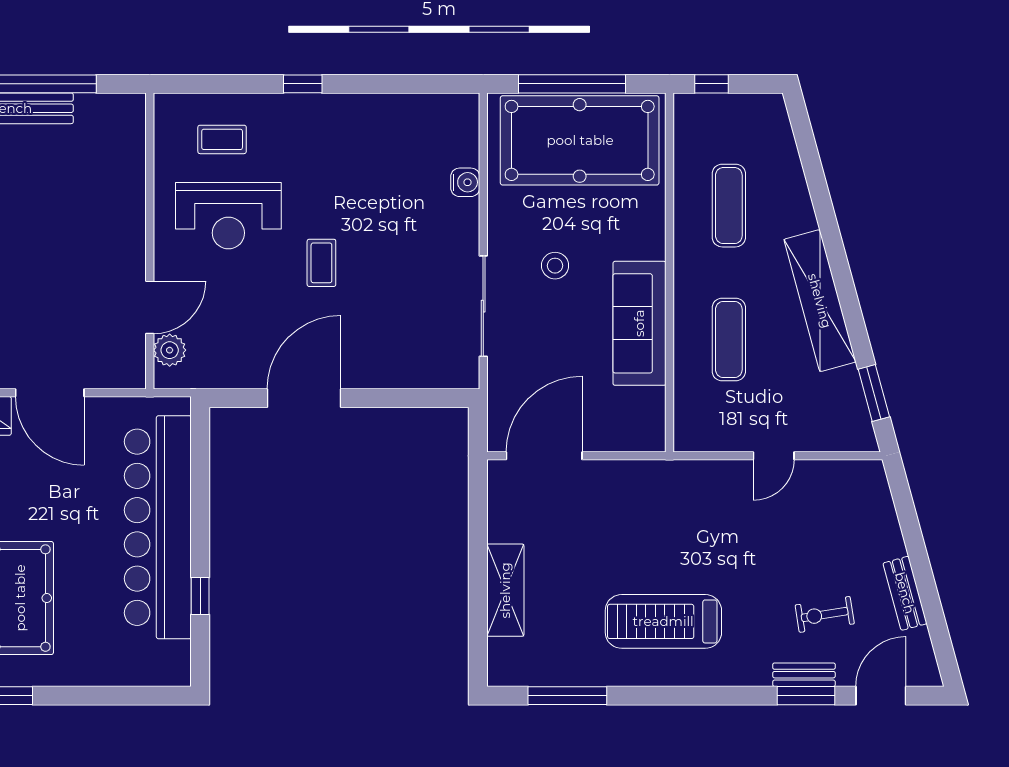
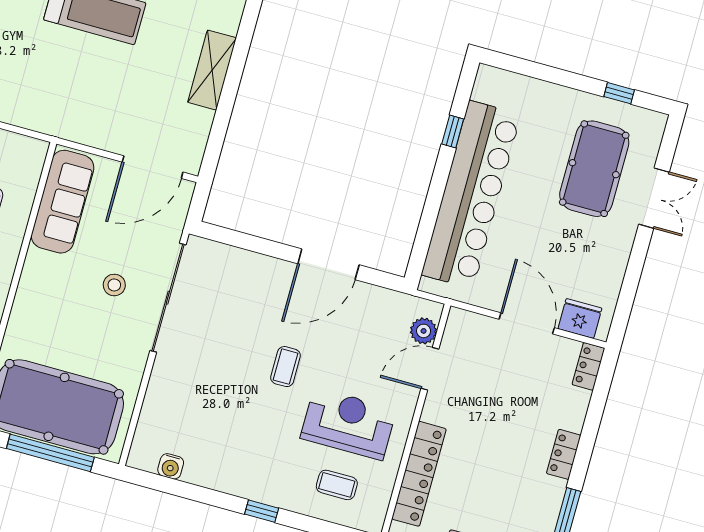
locker: (128, 179) -> (419, 474), added
water cooler: (465, 182) -> (171, 466), moved, turned -90
stool: (555, 266) -> (114, 285), moved
sliding door: (483, 306) -> (168, 298), width x1.36
sofa: (639, 323) -> (63, 202), moved

